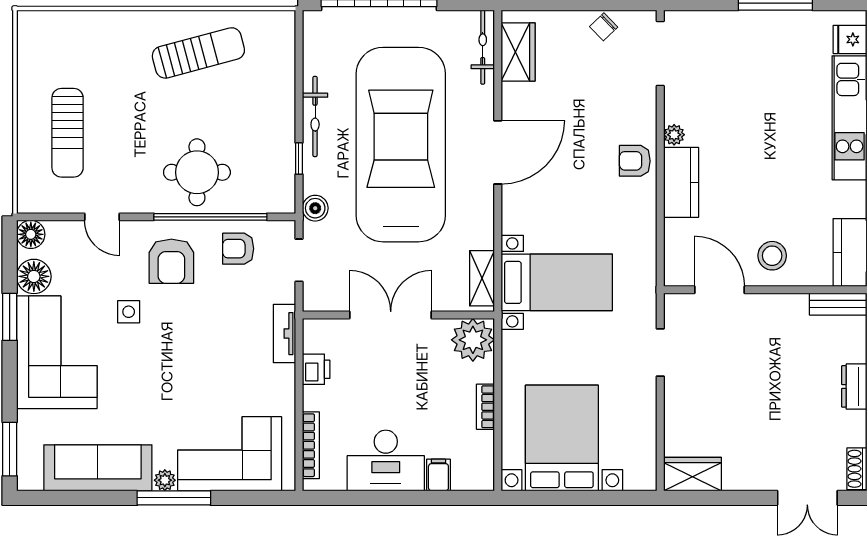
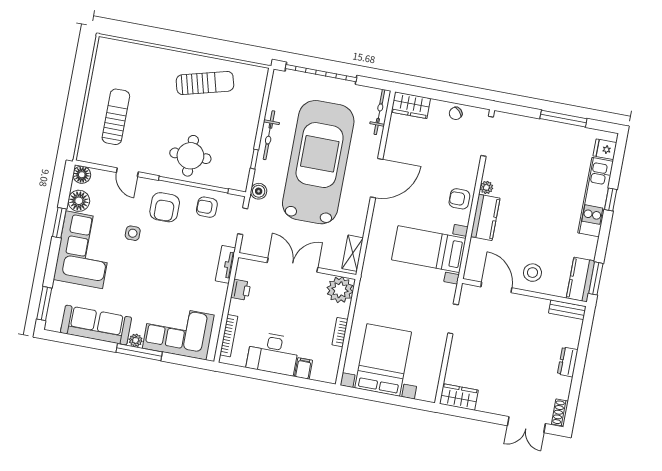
wardrobe: (518, 52) -> (411, 105), moved, turned 90
sun lounger: (68, 133) -> (116, 117), turned 180
bed with nightstands: (557, 282) -> (429, 249), moved, turned 180

